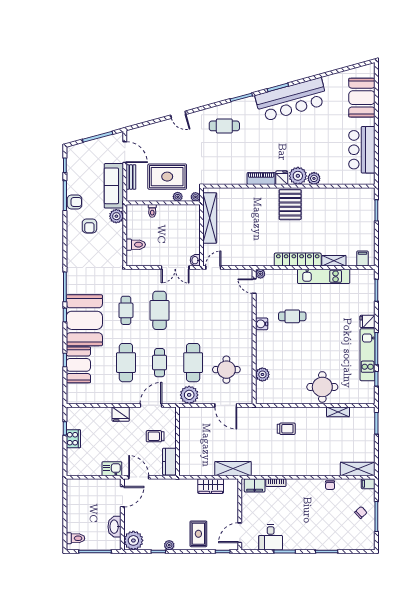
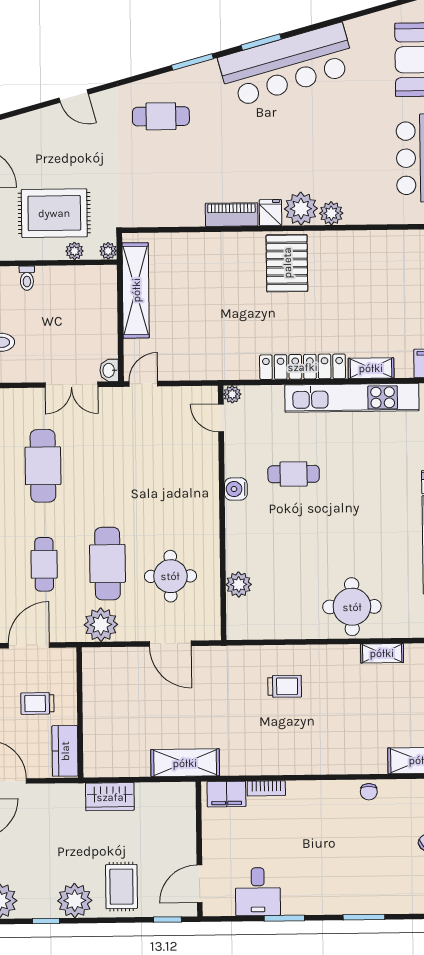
kitchen unit: (324, 276) -> (352, 398), width x1.36
wardrobe: (211, 486) -> (110, 797), moved
plant: (169, 545) -> (75, 901), width x1.88, depth x1.88

